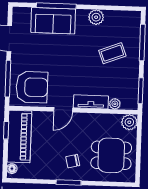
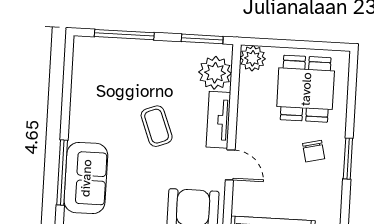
plant: (96, 17) -> (82, 108), removed
coffee table: (112, 53) -> (157, 126), moved
plant: (115, 104) -> (215, 73), width x1.87, depth x1.87

